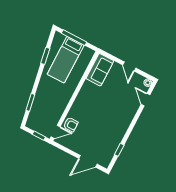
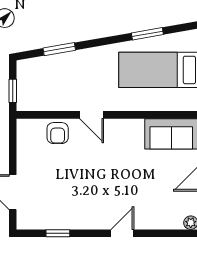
door: (145, 100) -> (122, 233), moved
door: (56, 132) -> (92, 115), moved

